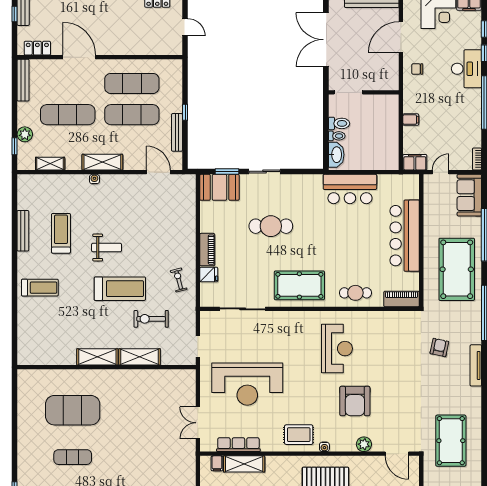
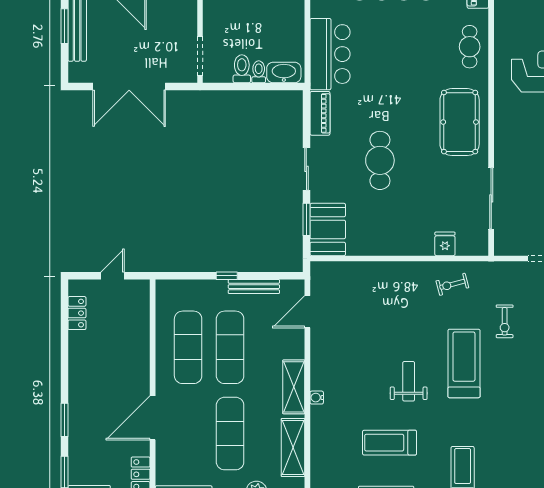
shelving: (50, 164) -> (293, 448), width x1.50, depth x1.33
piano: (207, 250) -> (320, 113), moved, turned 90
exercise bike: (151, 319) -> (505, 321), width x0.73, depth x0.72

